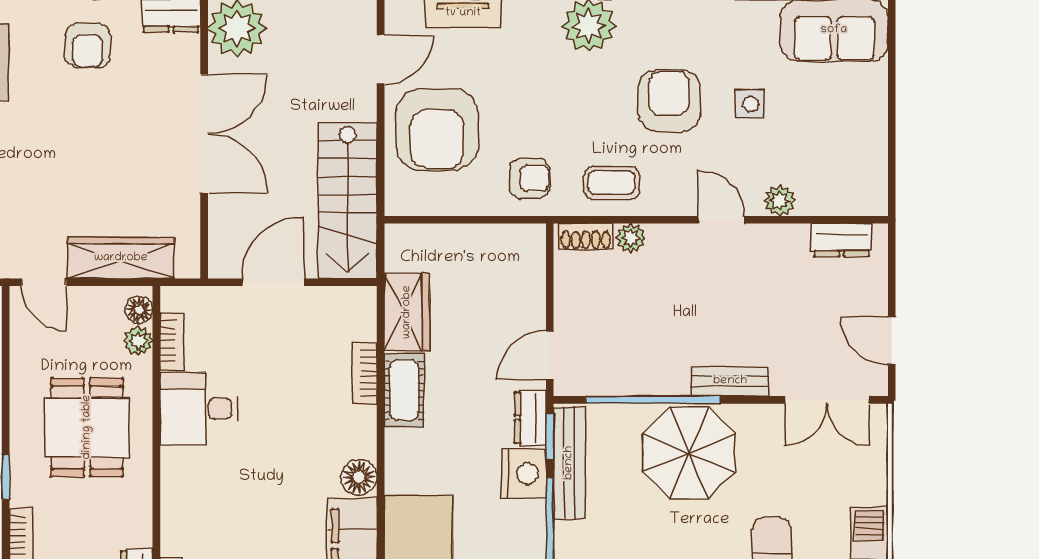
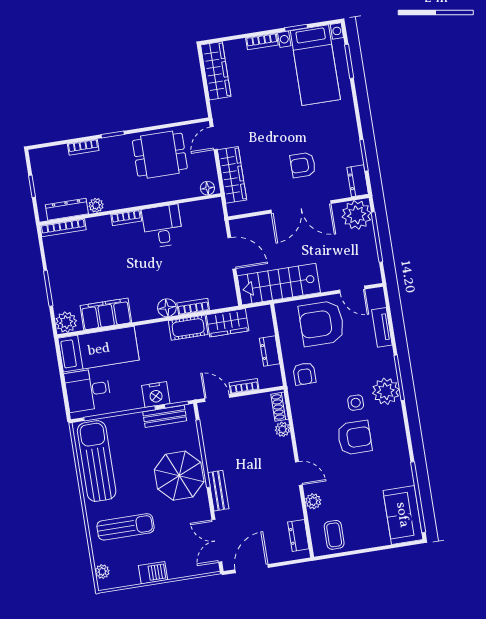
armchair: (88, 46) -> (303, 165), moved
side table: (751, 104) -> (356, 403), moved
coffee table: (612, 183) -> (334, 535), moved
door: (721, 220) -> (299, 473), hinge flipped
bookcase: (535, 300) -> (244, 386), added
plant: (138, 341) -> (96, 205), moved
bookcase: (172, 341) -> (126, 218), moved
door: (892, 341) -> (252, 569), width x1.38
dresser: (530, 418) -> (270, 351), moved, turned -90
dining table: (87, 427) -> (160, 155), moved
bench: (569, 463) -> (165, 416), width x0.73
floor lamp: (359, 477) -> (167, 308), moved

